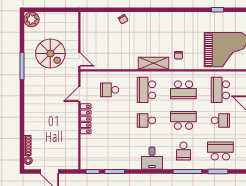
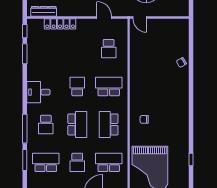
door: (79, 60) -> (140, 17), hinge flipped
shelving: (154, 63) -> (136, 94), removed
school desk: (110, 90) -> (109, 49), turned 180
locker: (86, 119) -> (60, 24), moved
school desk: (183, 151) -> (46, 124), turned -90
school desk: (220, 151) -> (46, 162), turned -90
dresser: (73, 153) -> (44, 11), added

